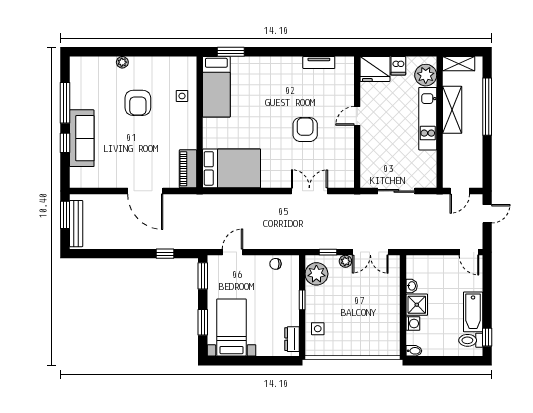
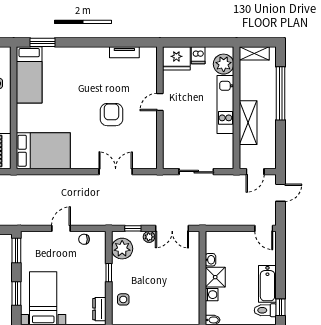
shelving: (452, 110) -> (248, 123), moved
door: (233, 252) -> (61, 228), moved

